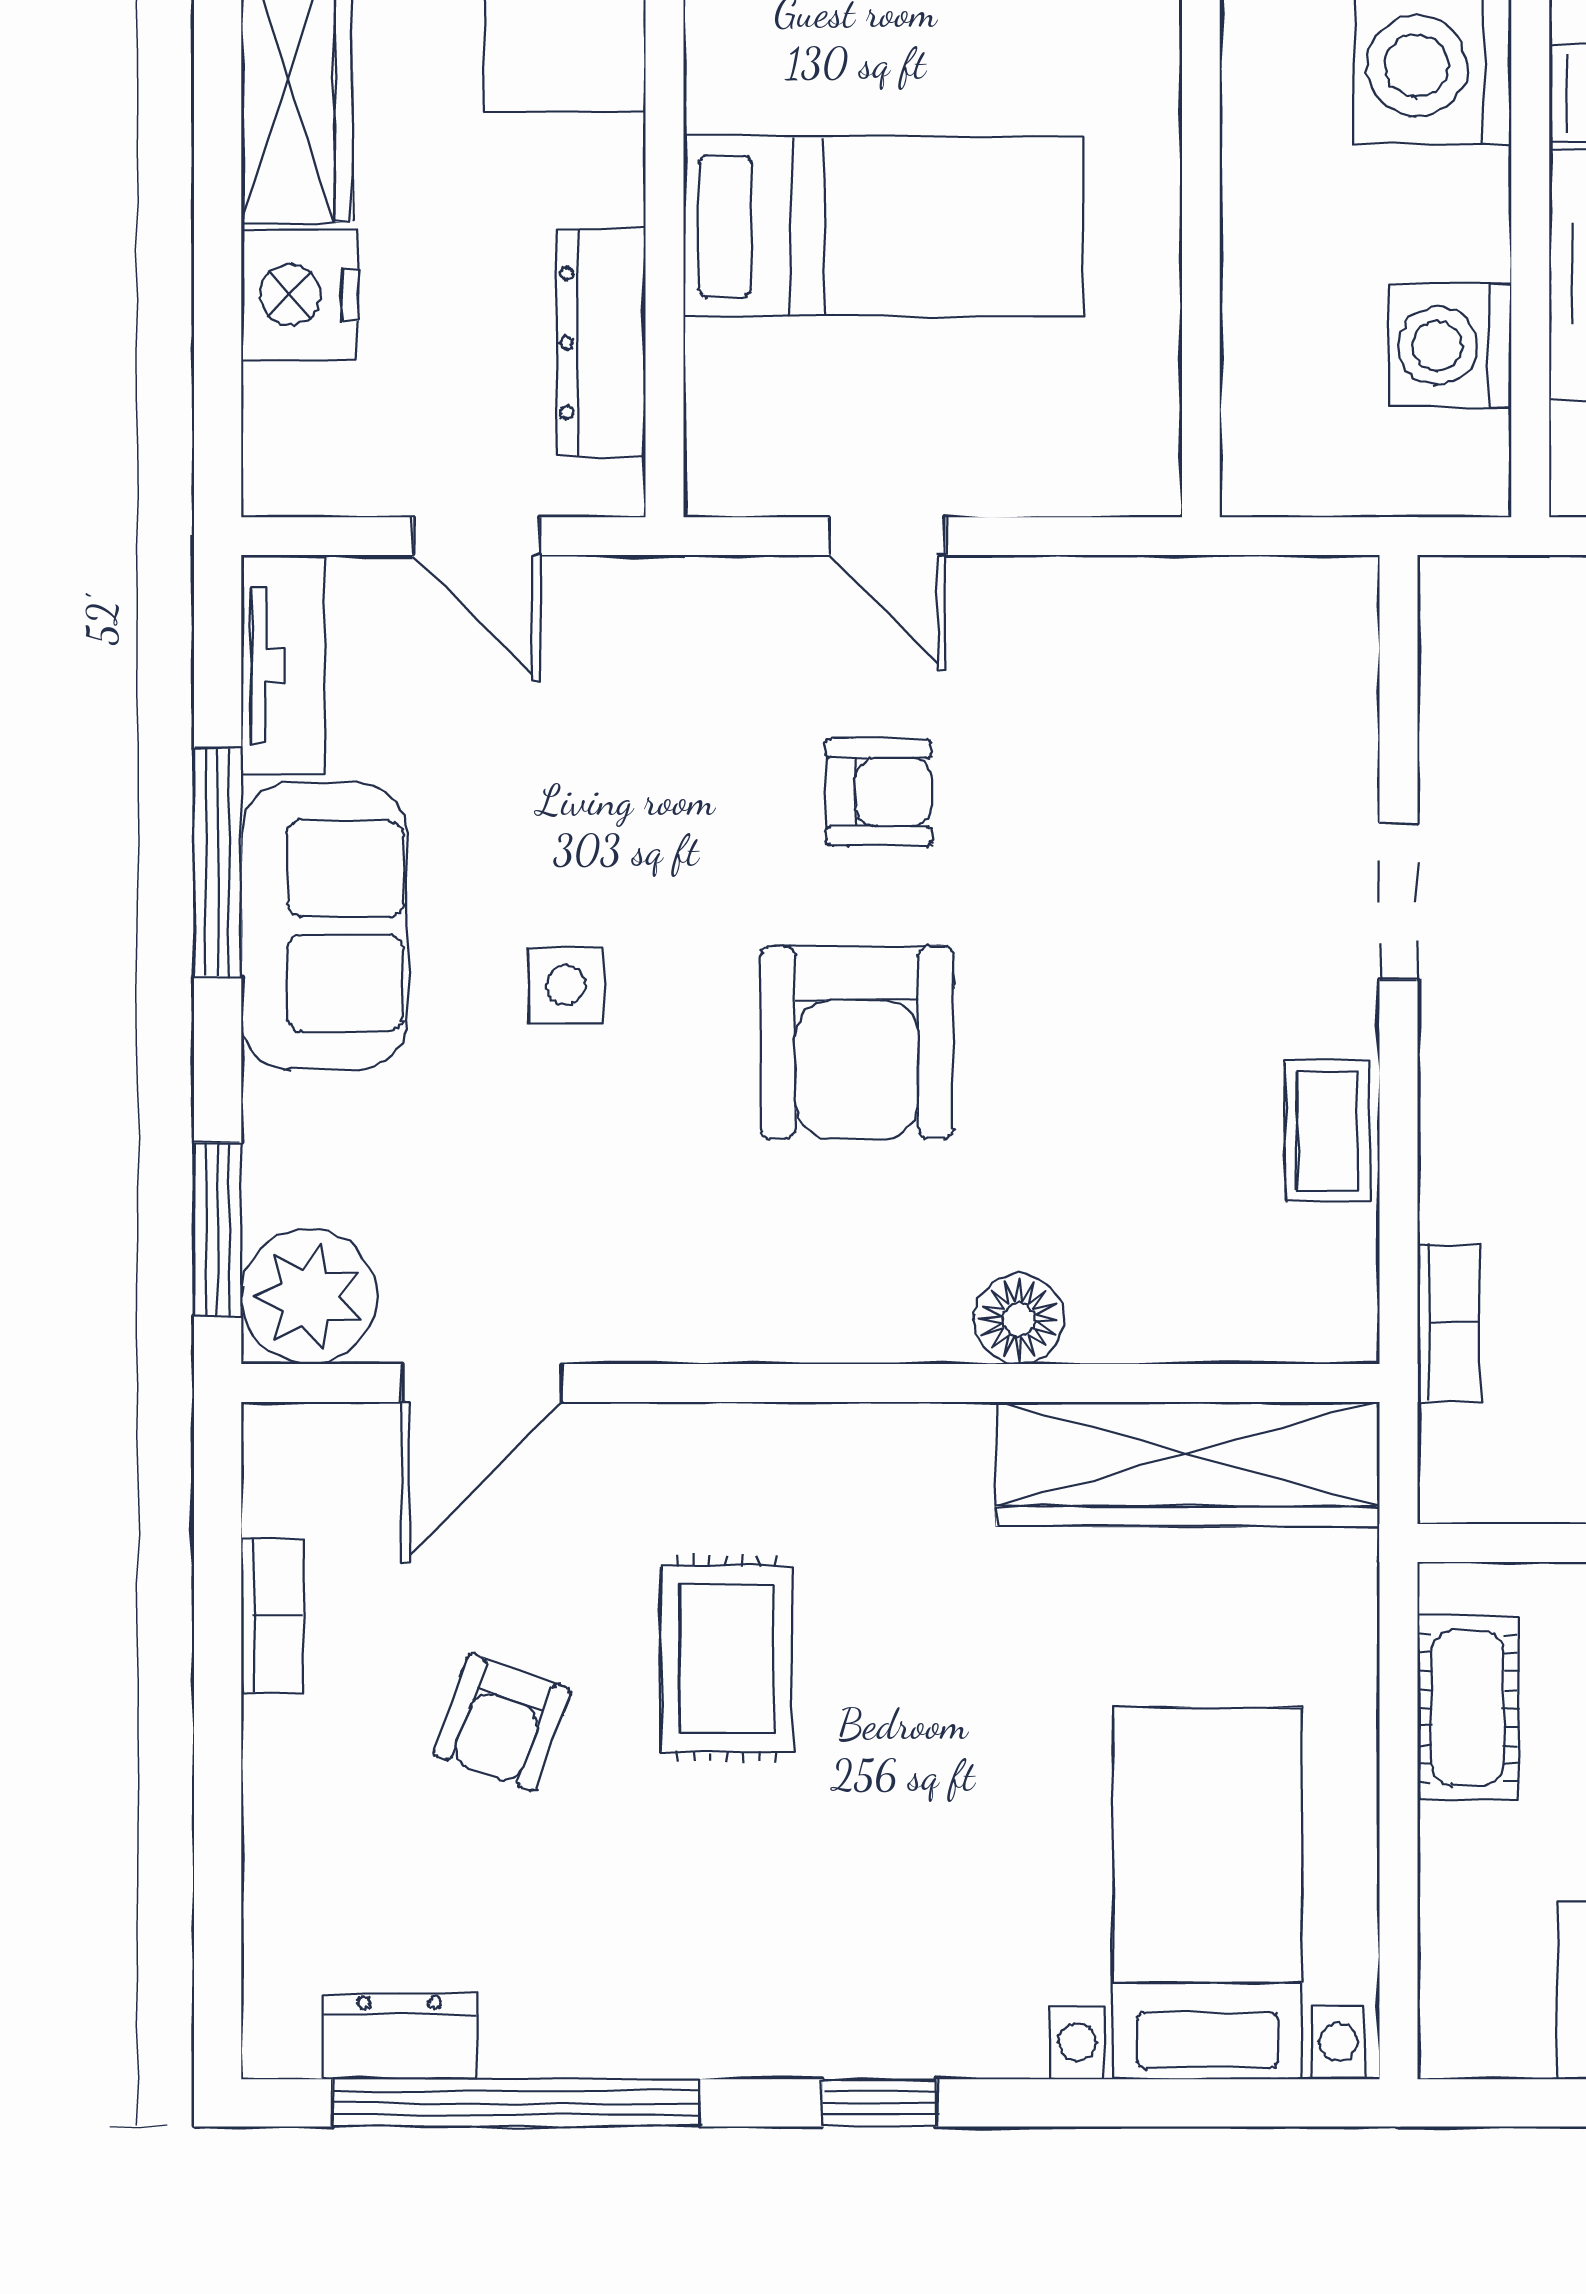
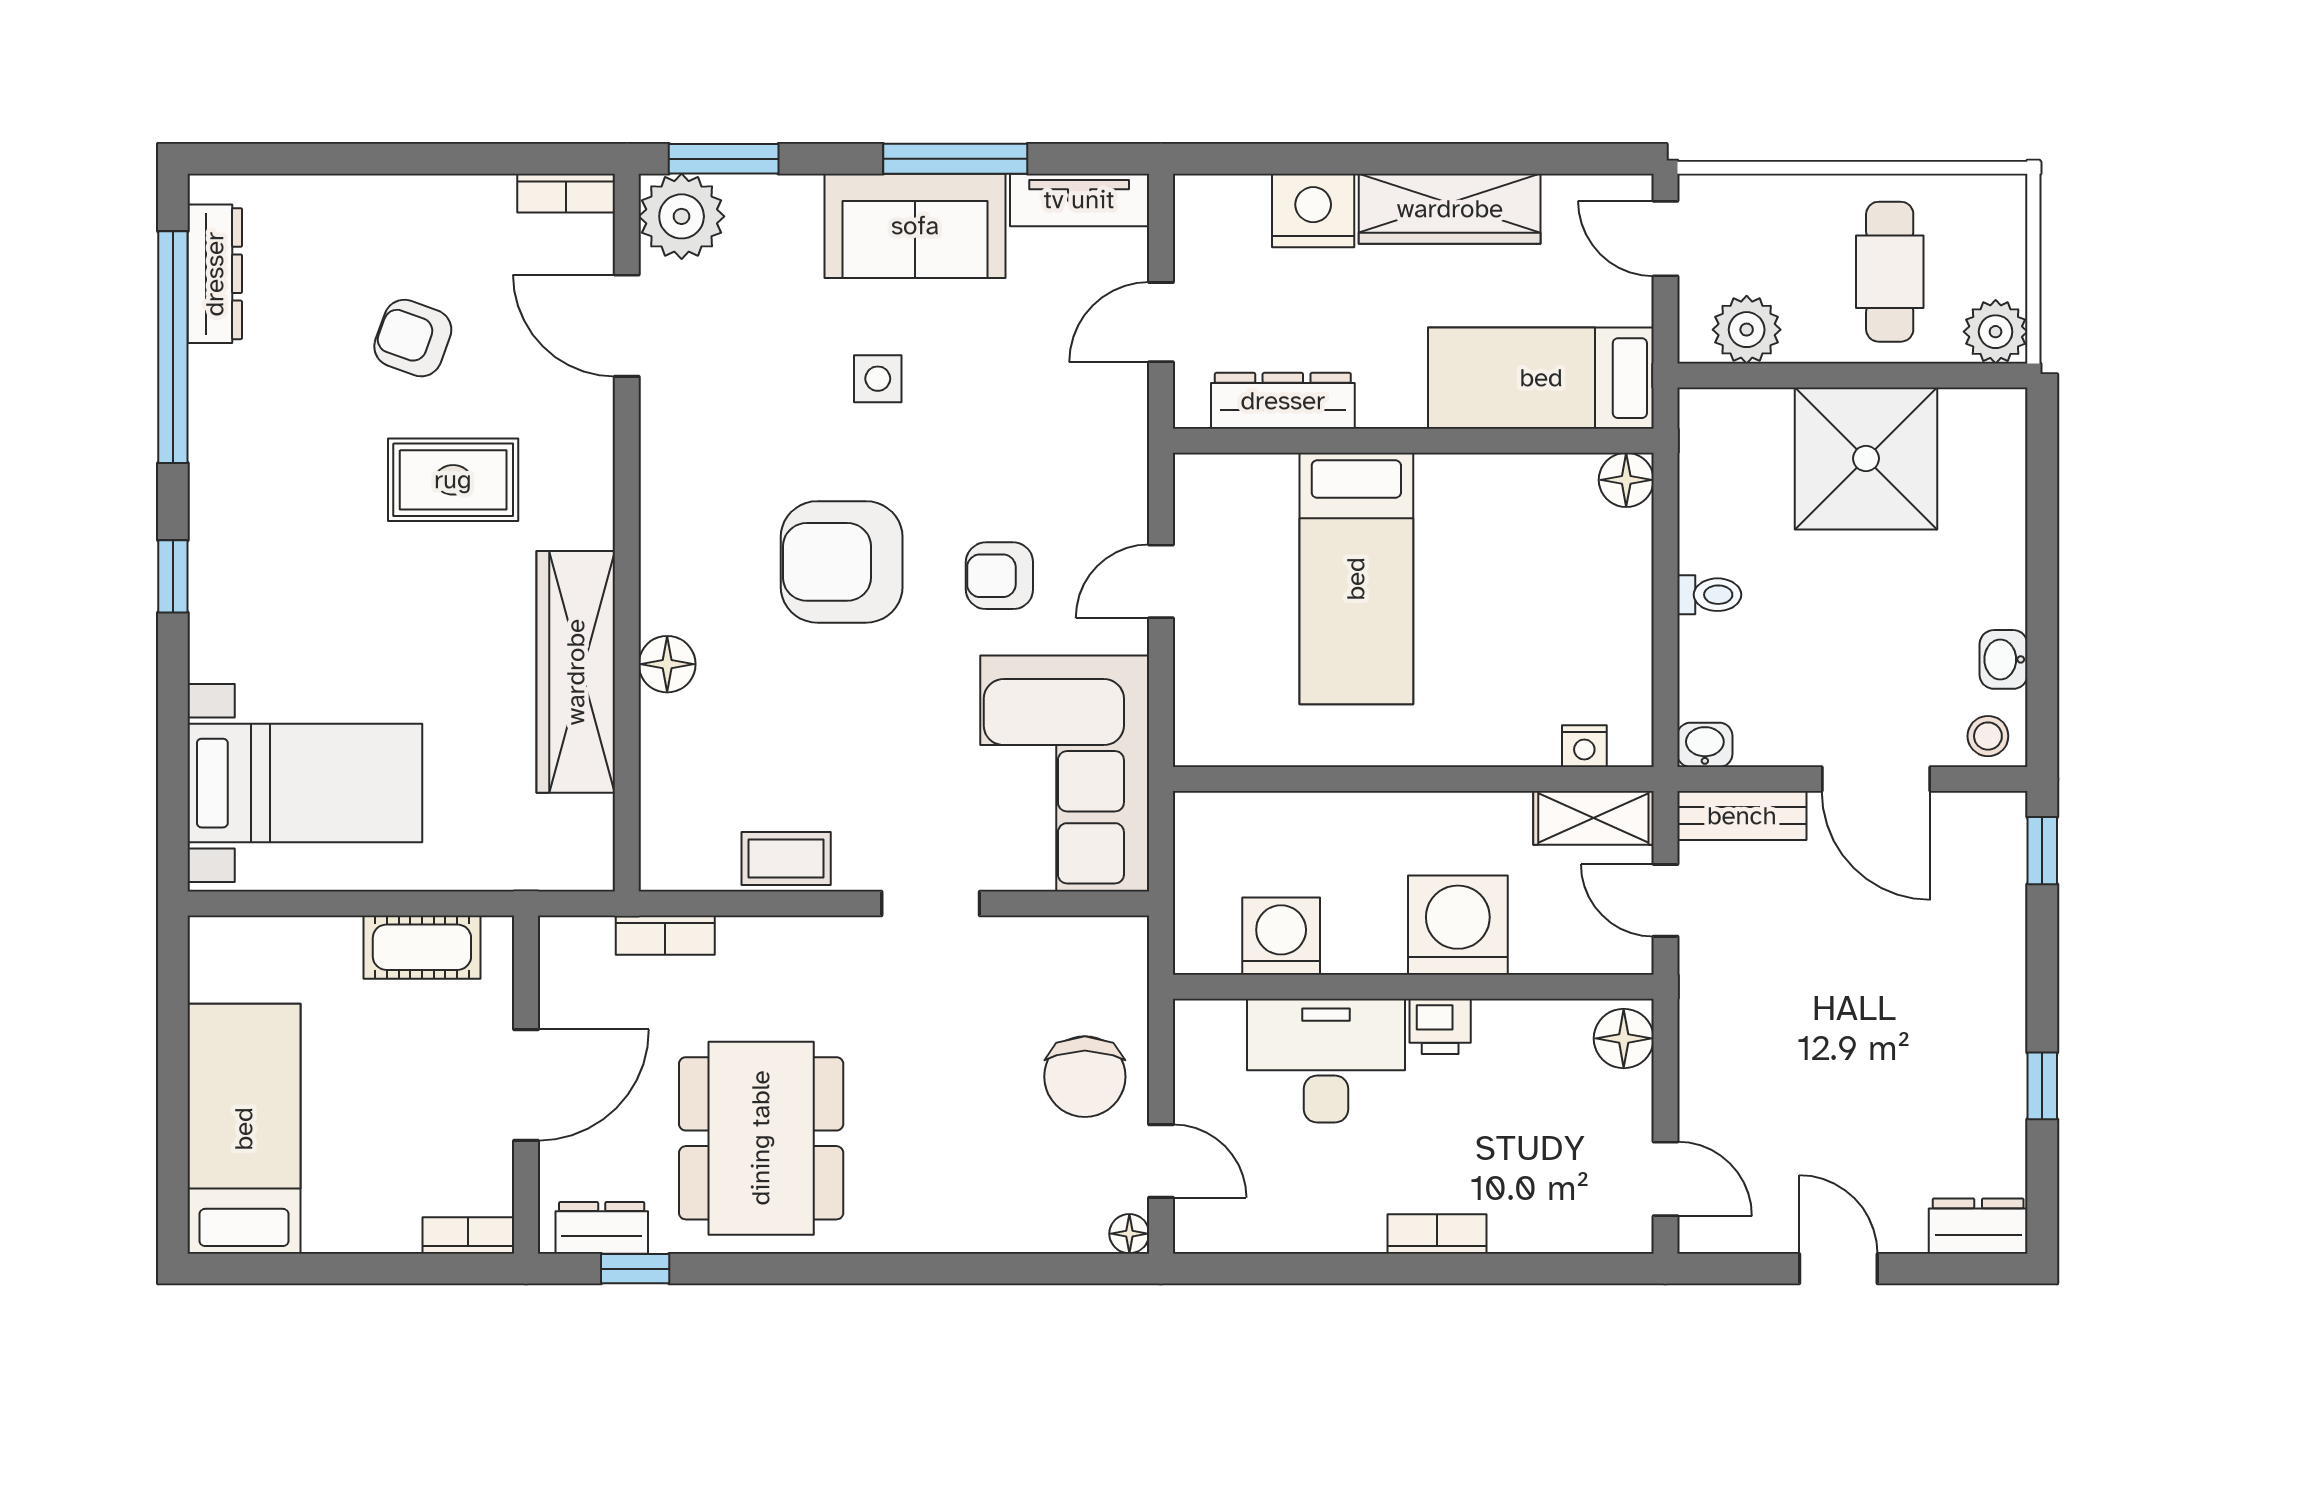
corner sofa: (1192, 689) -> (1065, 774), added
armchair: (879, 792) -> (999, 576), turned 90
wardrobe: (1188, 1464) -> (576, 672), moved
bookcase: (272, 1616) -> (566, 193), moved
dresser: (400, 2036) -> (215, 274), width x1.44

